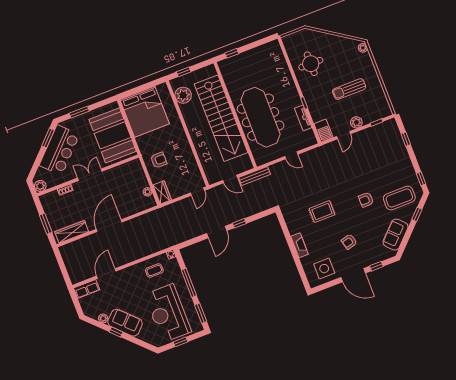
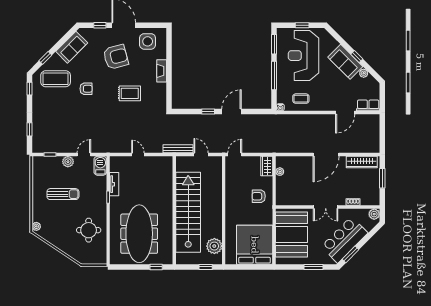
meeting table: (261, 117) -> (139, 234), moved
armchair: (349, 242) -> (116, 57), width x1.88, depth x1.88
reception desk: (168, 313) -> (304, 56), turned 180

